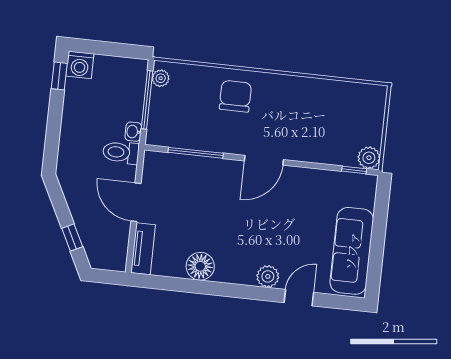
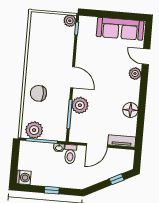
window: (59, 76) -> (52, 190), moved
plant: (161, 78) -> (34, 130), width x1.87, depth x1.87
plant: (211, 173) -> (80, 105), added

